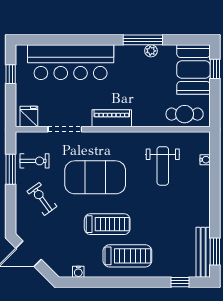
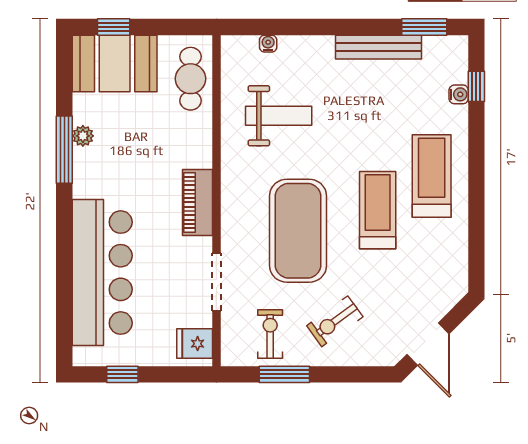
bench: (203, 252) -> (379, 47), moved
water cooler: (78, 272) -> (459, 94), moved

